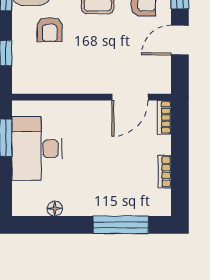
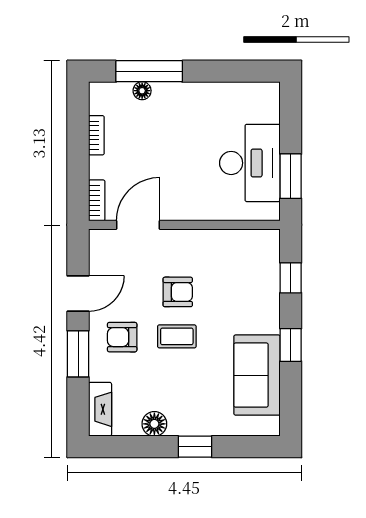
armchair: (50, 30) -> (178, 292), moved, turned 90
floor lamp: (55, 209) -> (142, 91), moved

